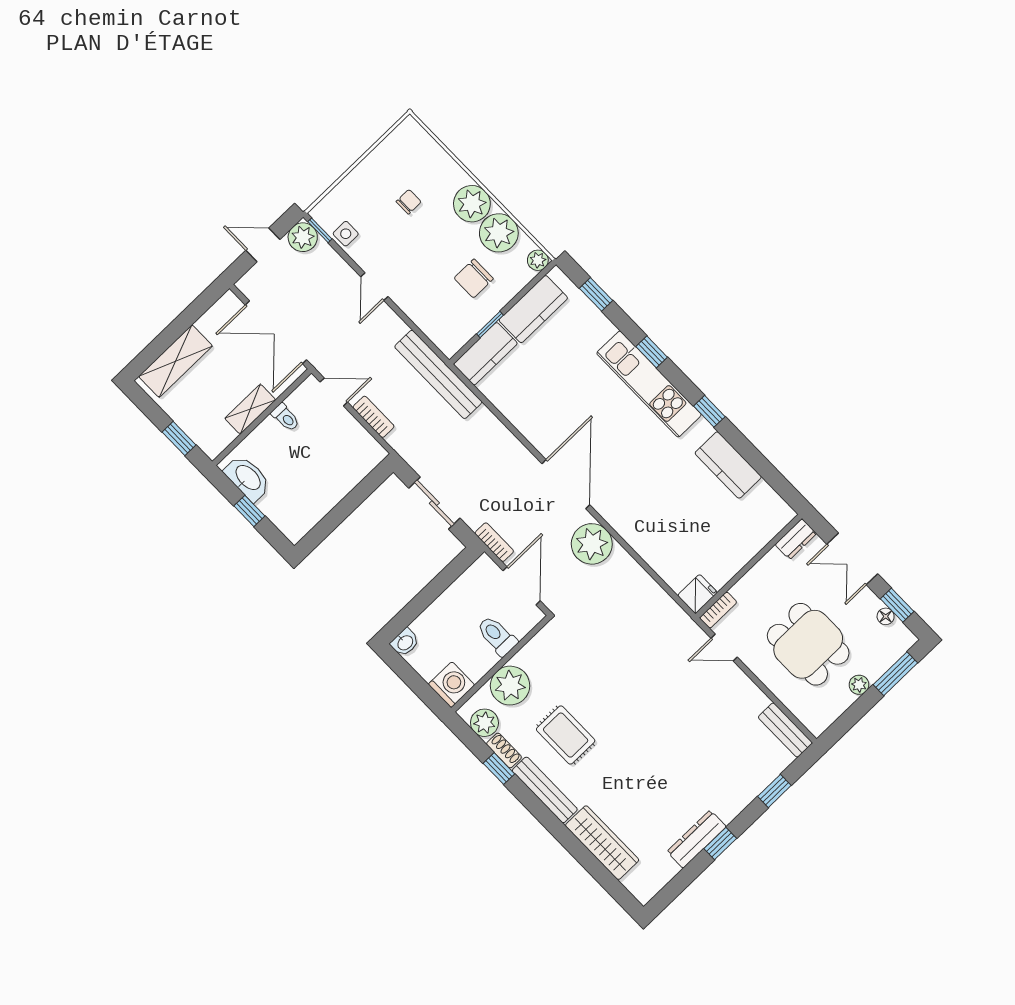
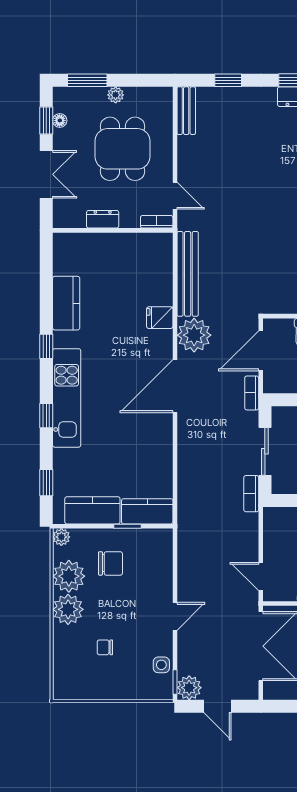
bench: (438, 374) -> (188, 274), moved
bookcase: (373, 417) -> (251, 494), moved
dresser: (796, 539) -> (103, 219), moved
fridge: (698, 594) -> (160, 318), moved

